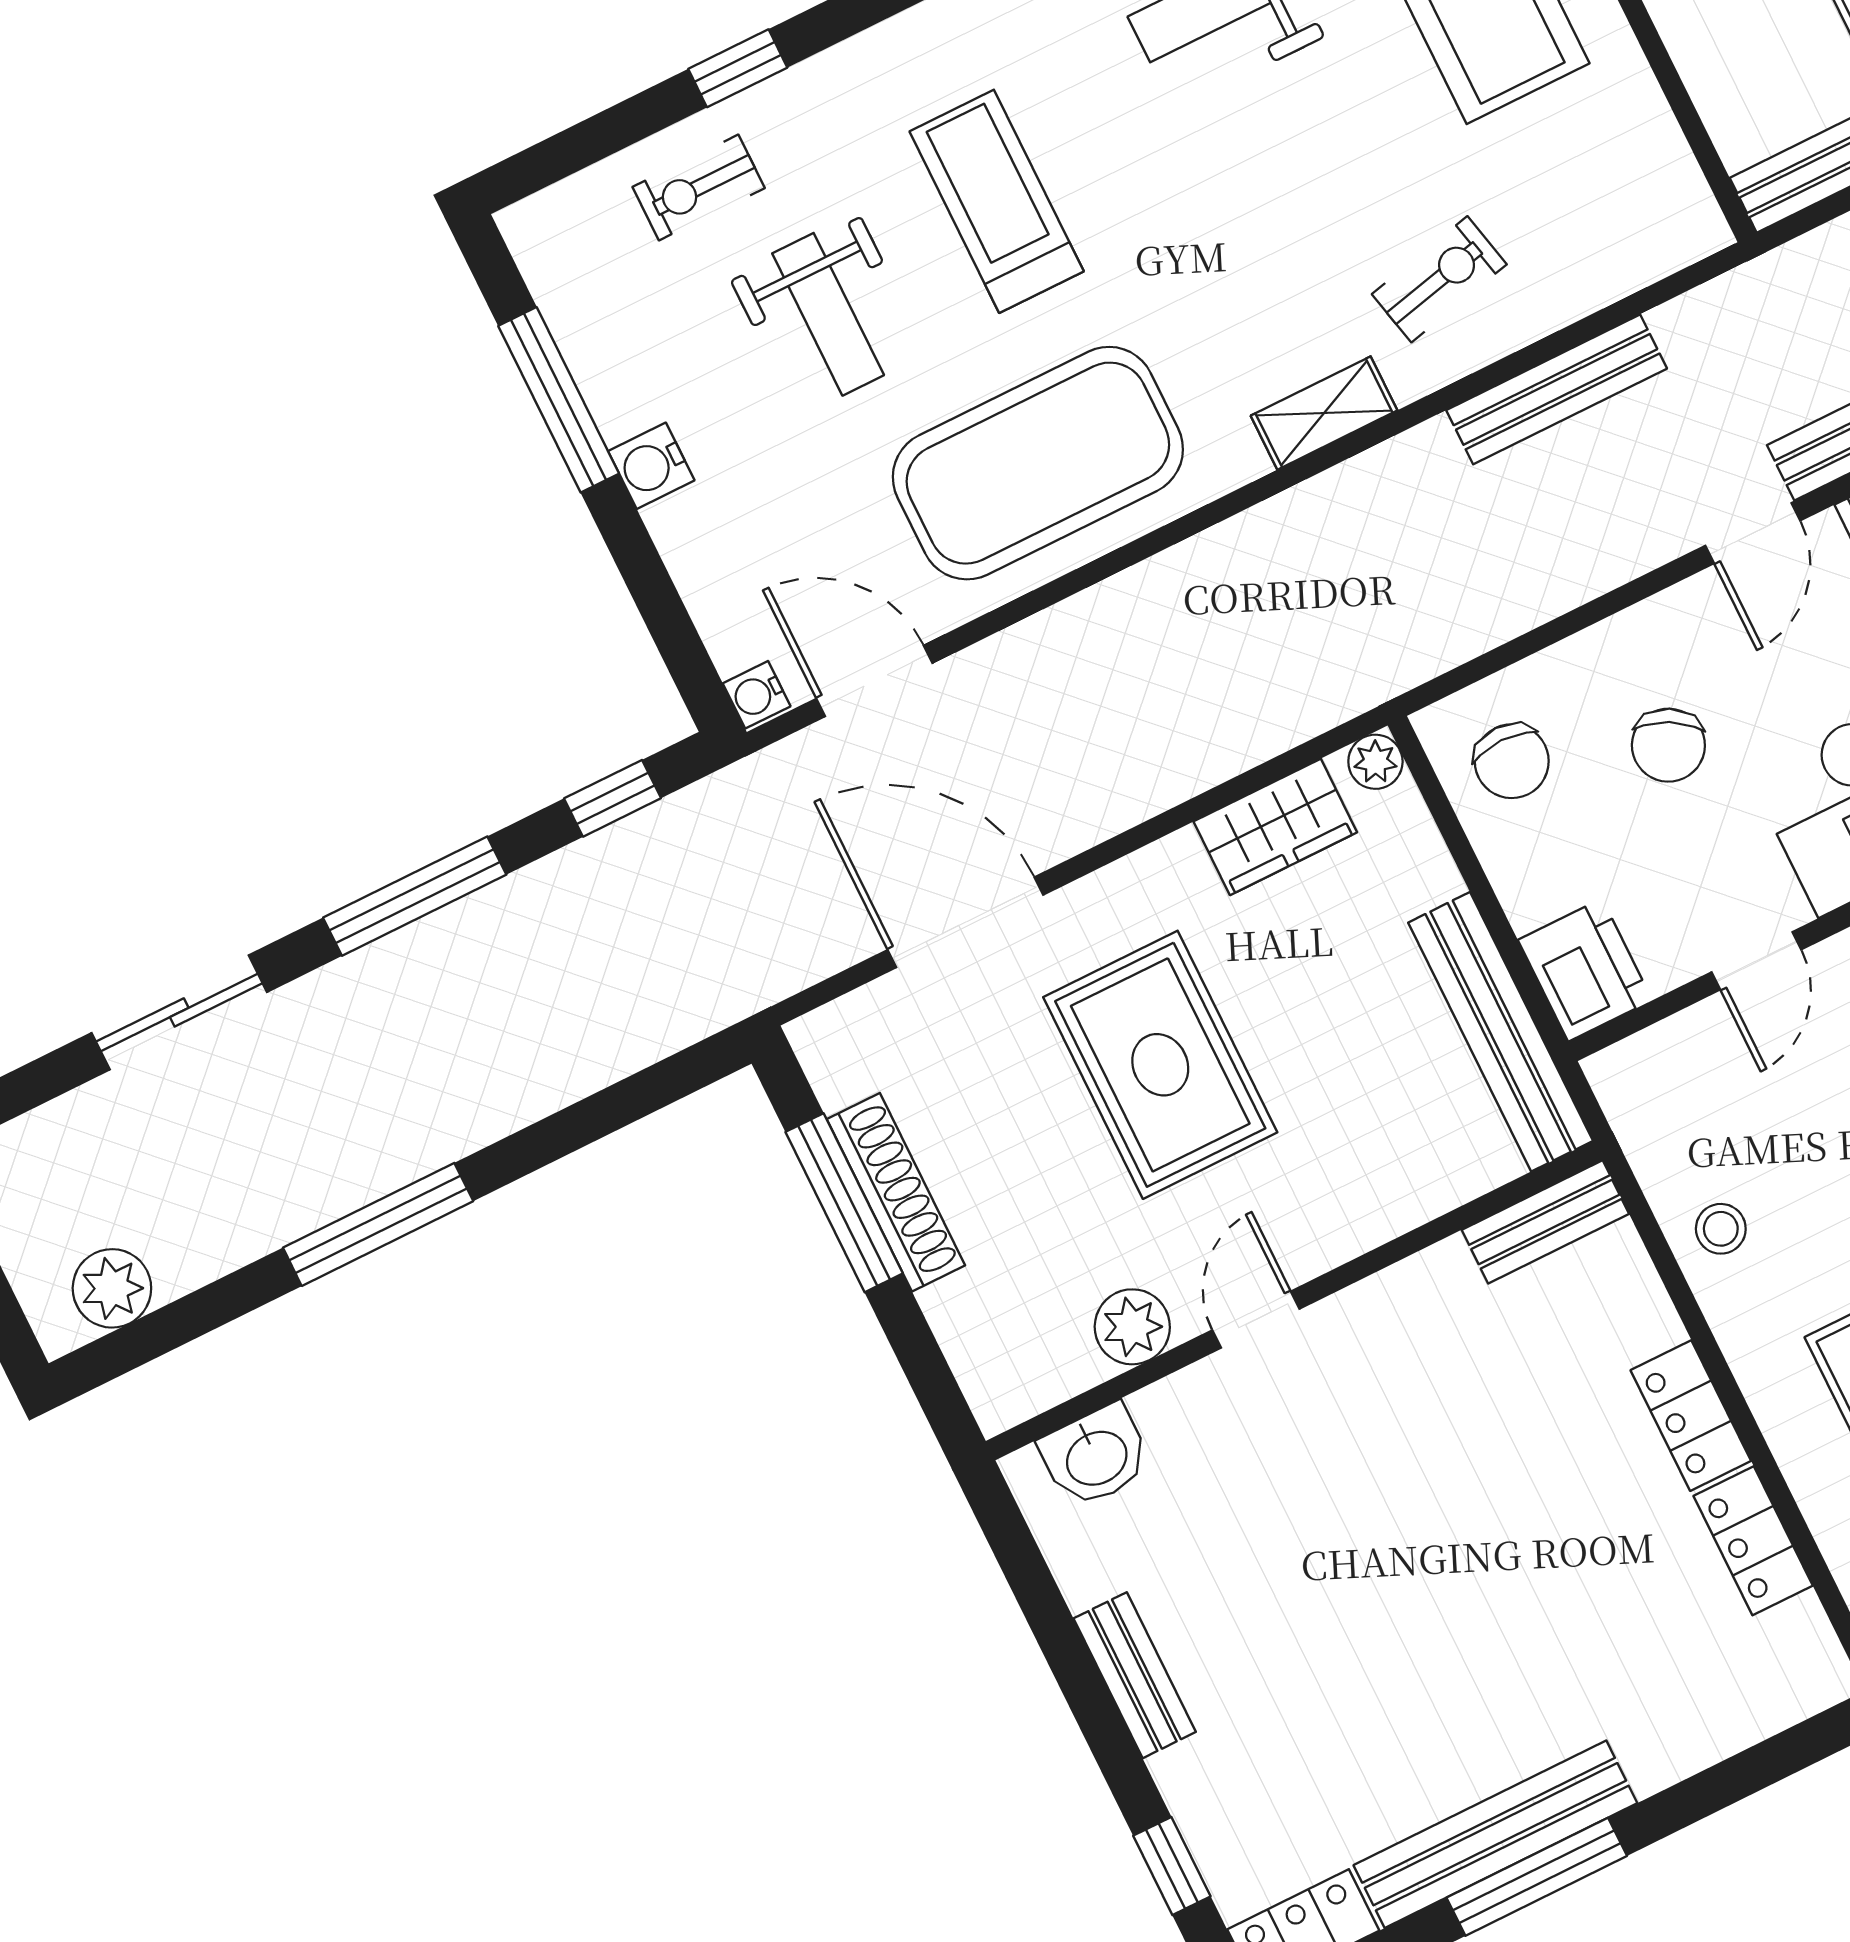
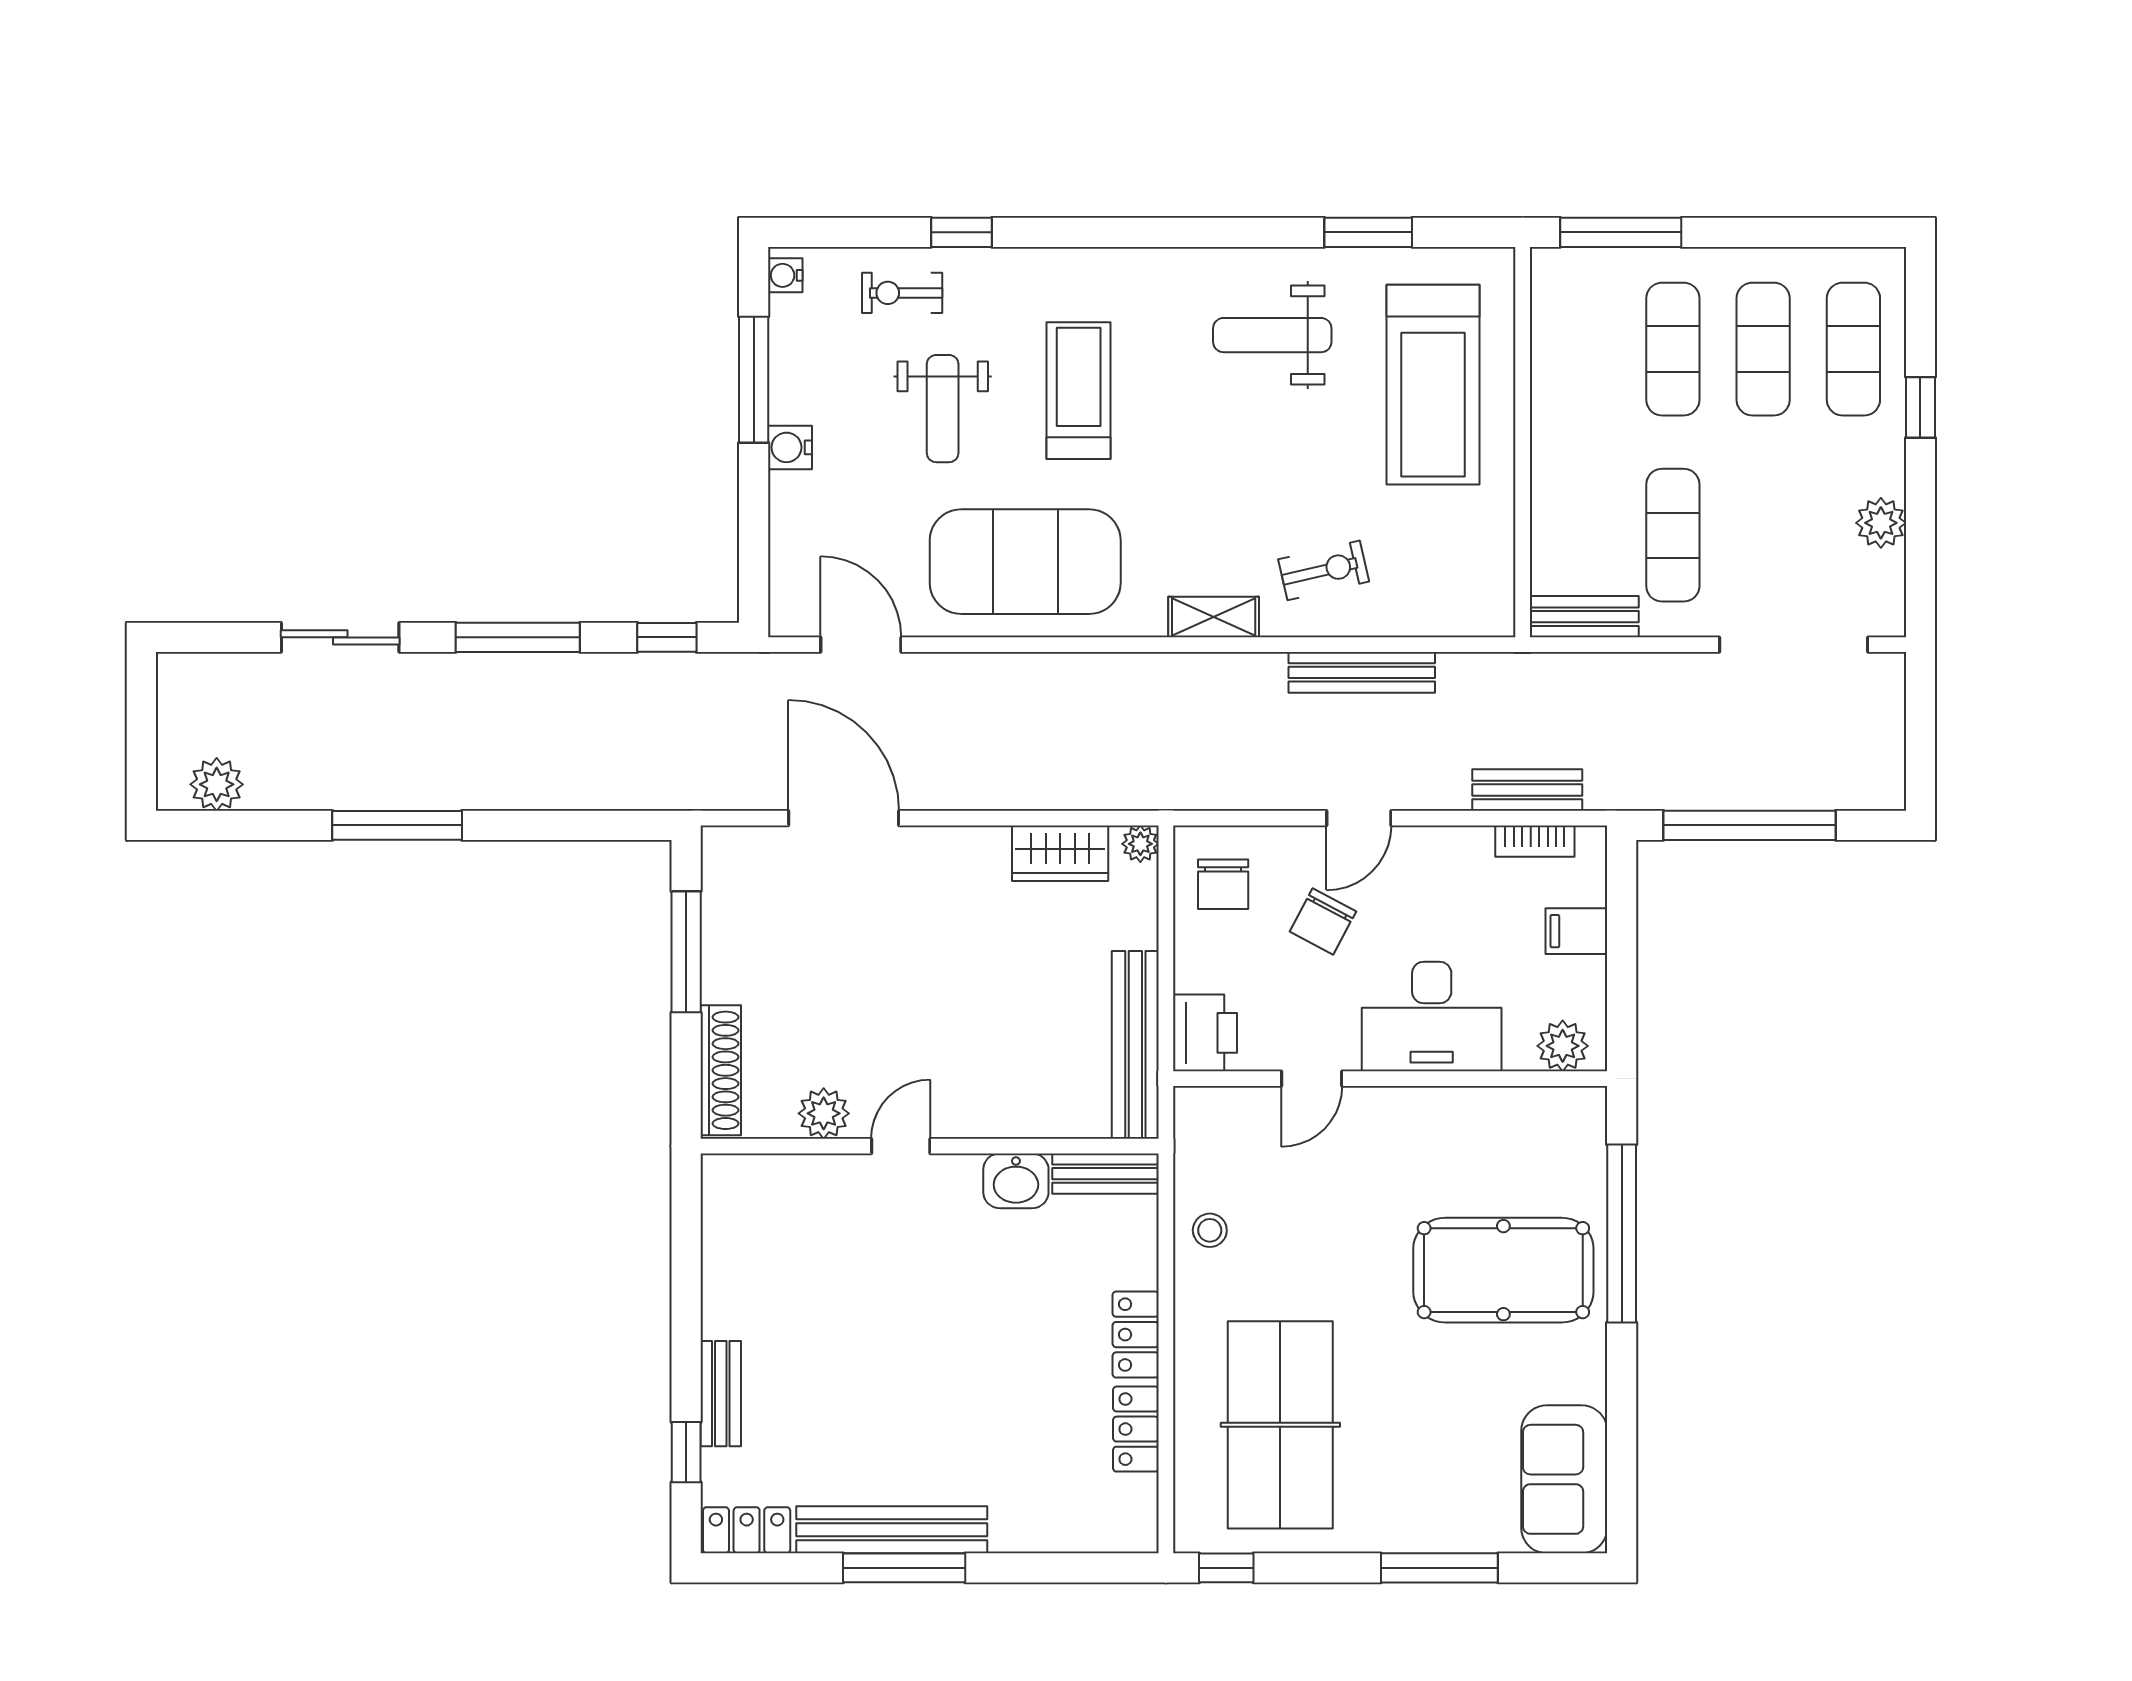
door: (1753, 533) -> (1359, 818), moved
water cooler: (757, 695) -> (785, 275), moved
rug: (1160, 1065) -> (919, 963), removed
shoe rack: (896, 1192) -> (721, 1070), moved
washbasin: (1096, 1456) -> (1016, 1181), moved
bench: (1135, 1675) -> (721, 1394), moved

